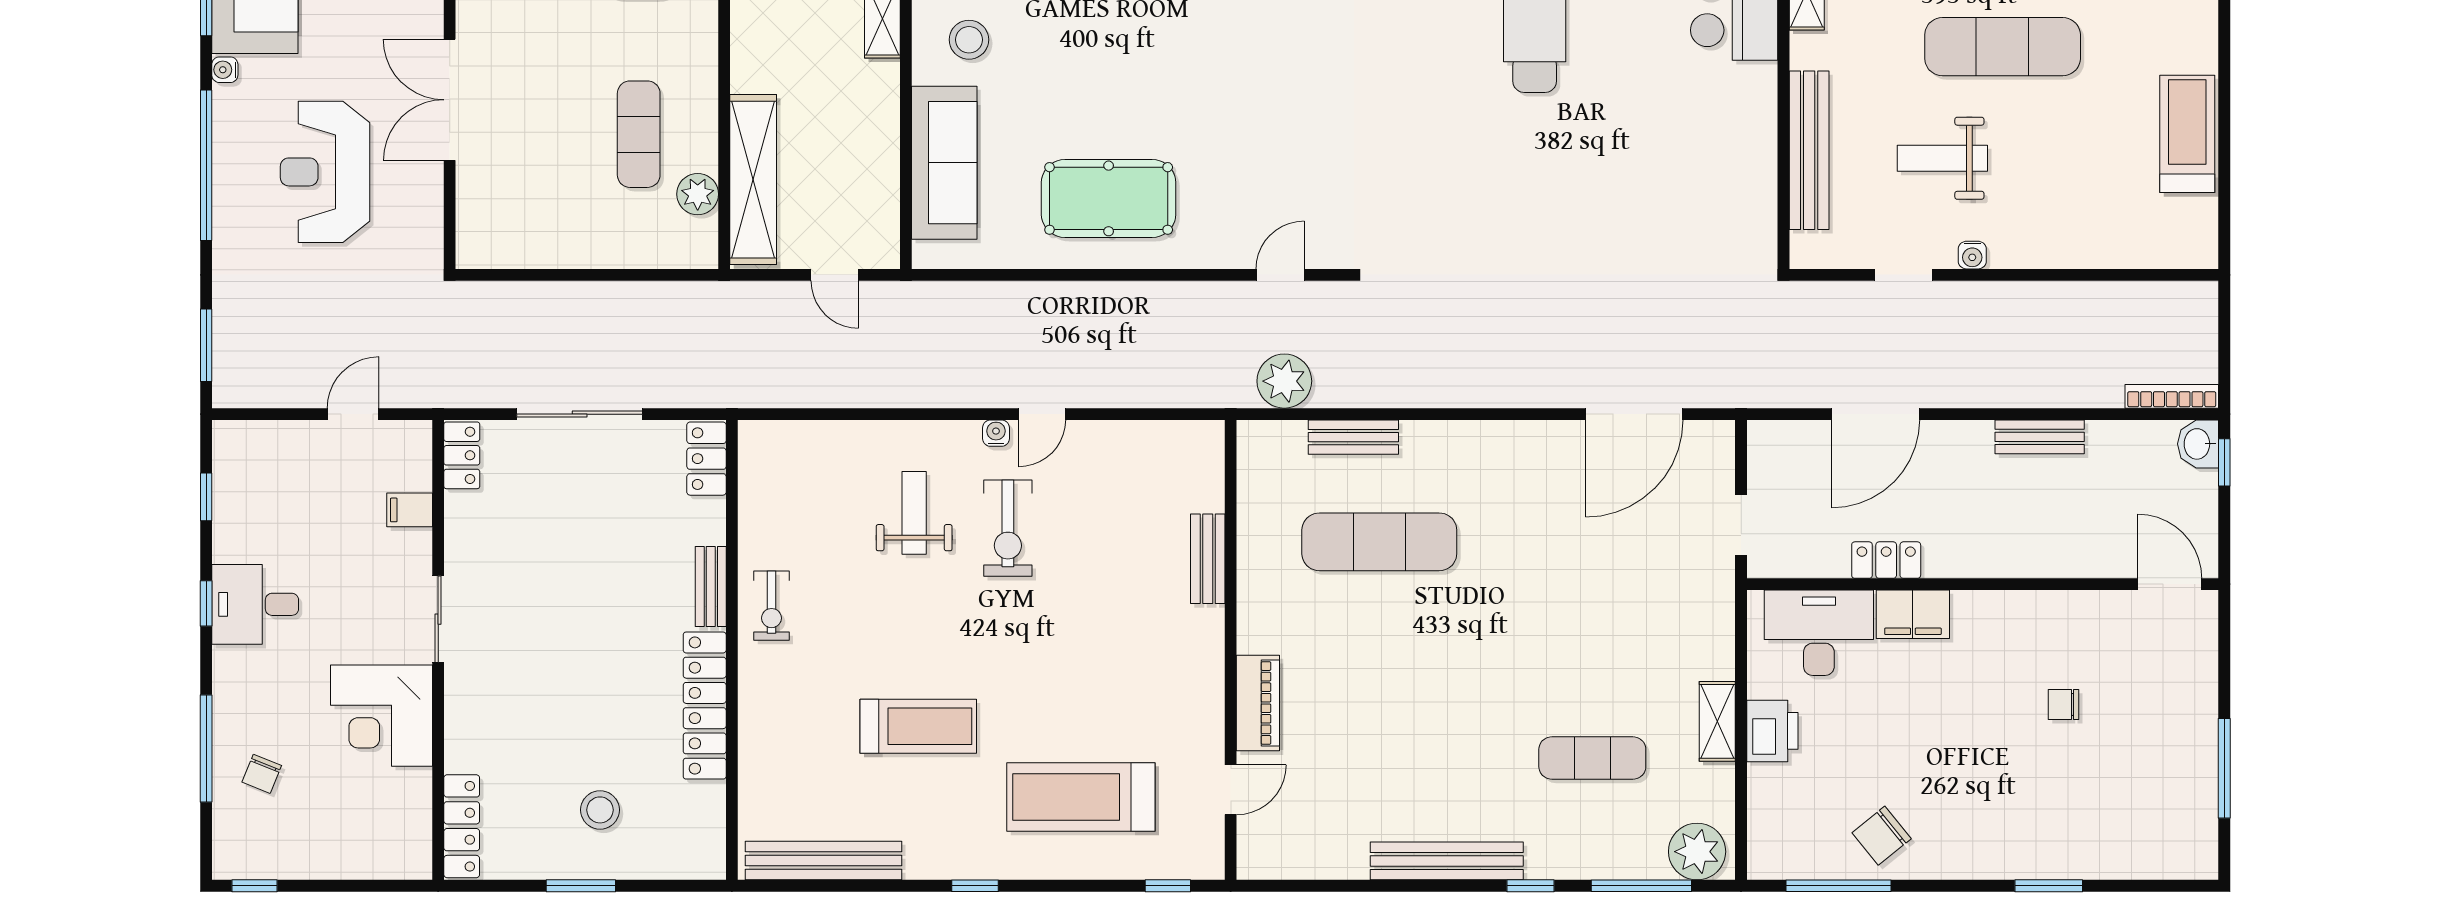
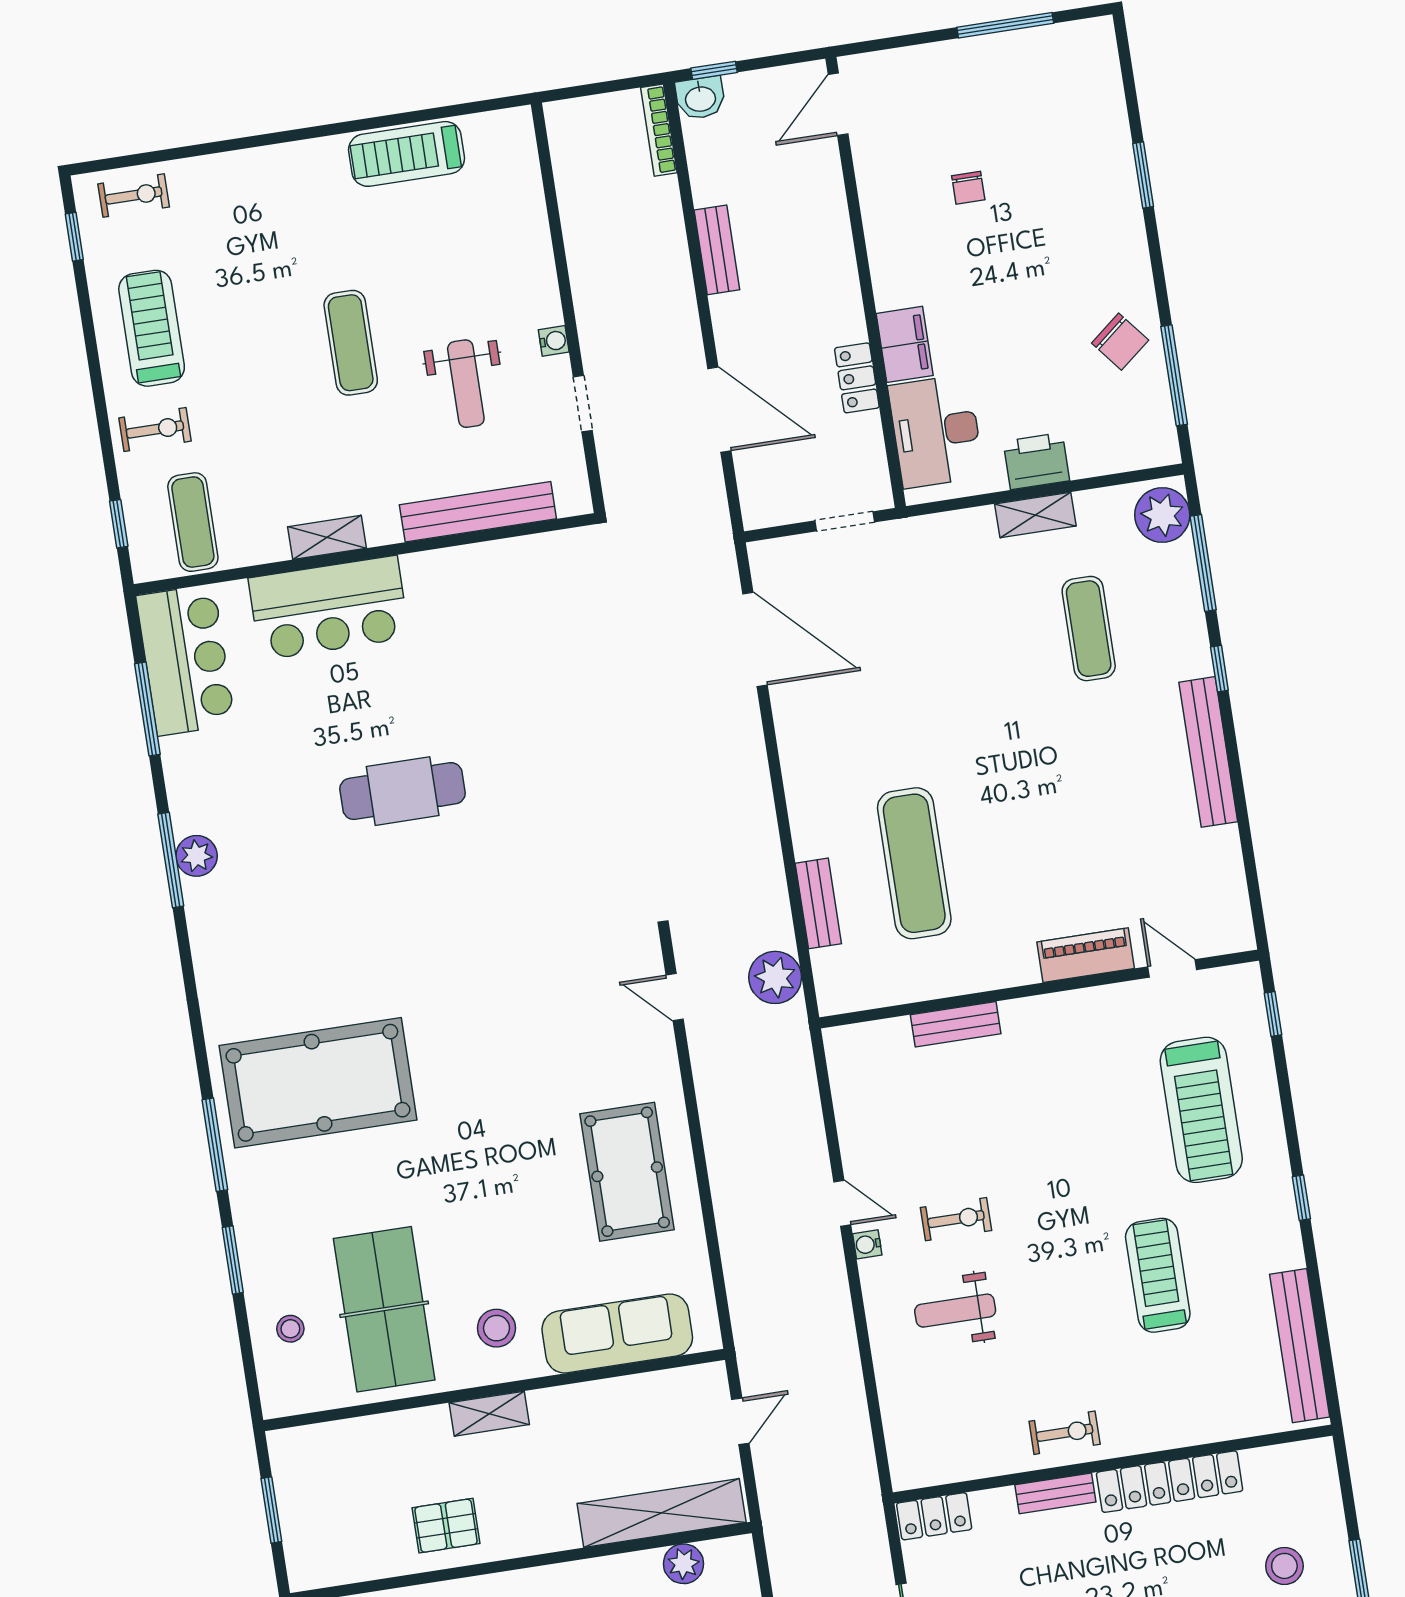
exercise mat: (2003, 47) -> (351, 343), width x0.73, depth x0.69
exercise bike: (1008, 528) -> (956, 1219), width x0.73, depth x0.72

